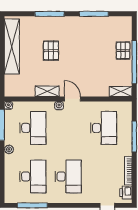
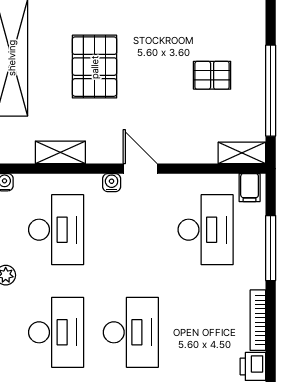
pallet: (51, 51) -> (95, 67), width x1.50, depth x1.42
pallet: (123, 51) -> (212, 75), moved, turned 90
shelving: (47, 91) -> (60, 152), moved
filing cabinet: (124, 108) -> (250, 188), added

